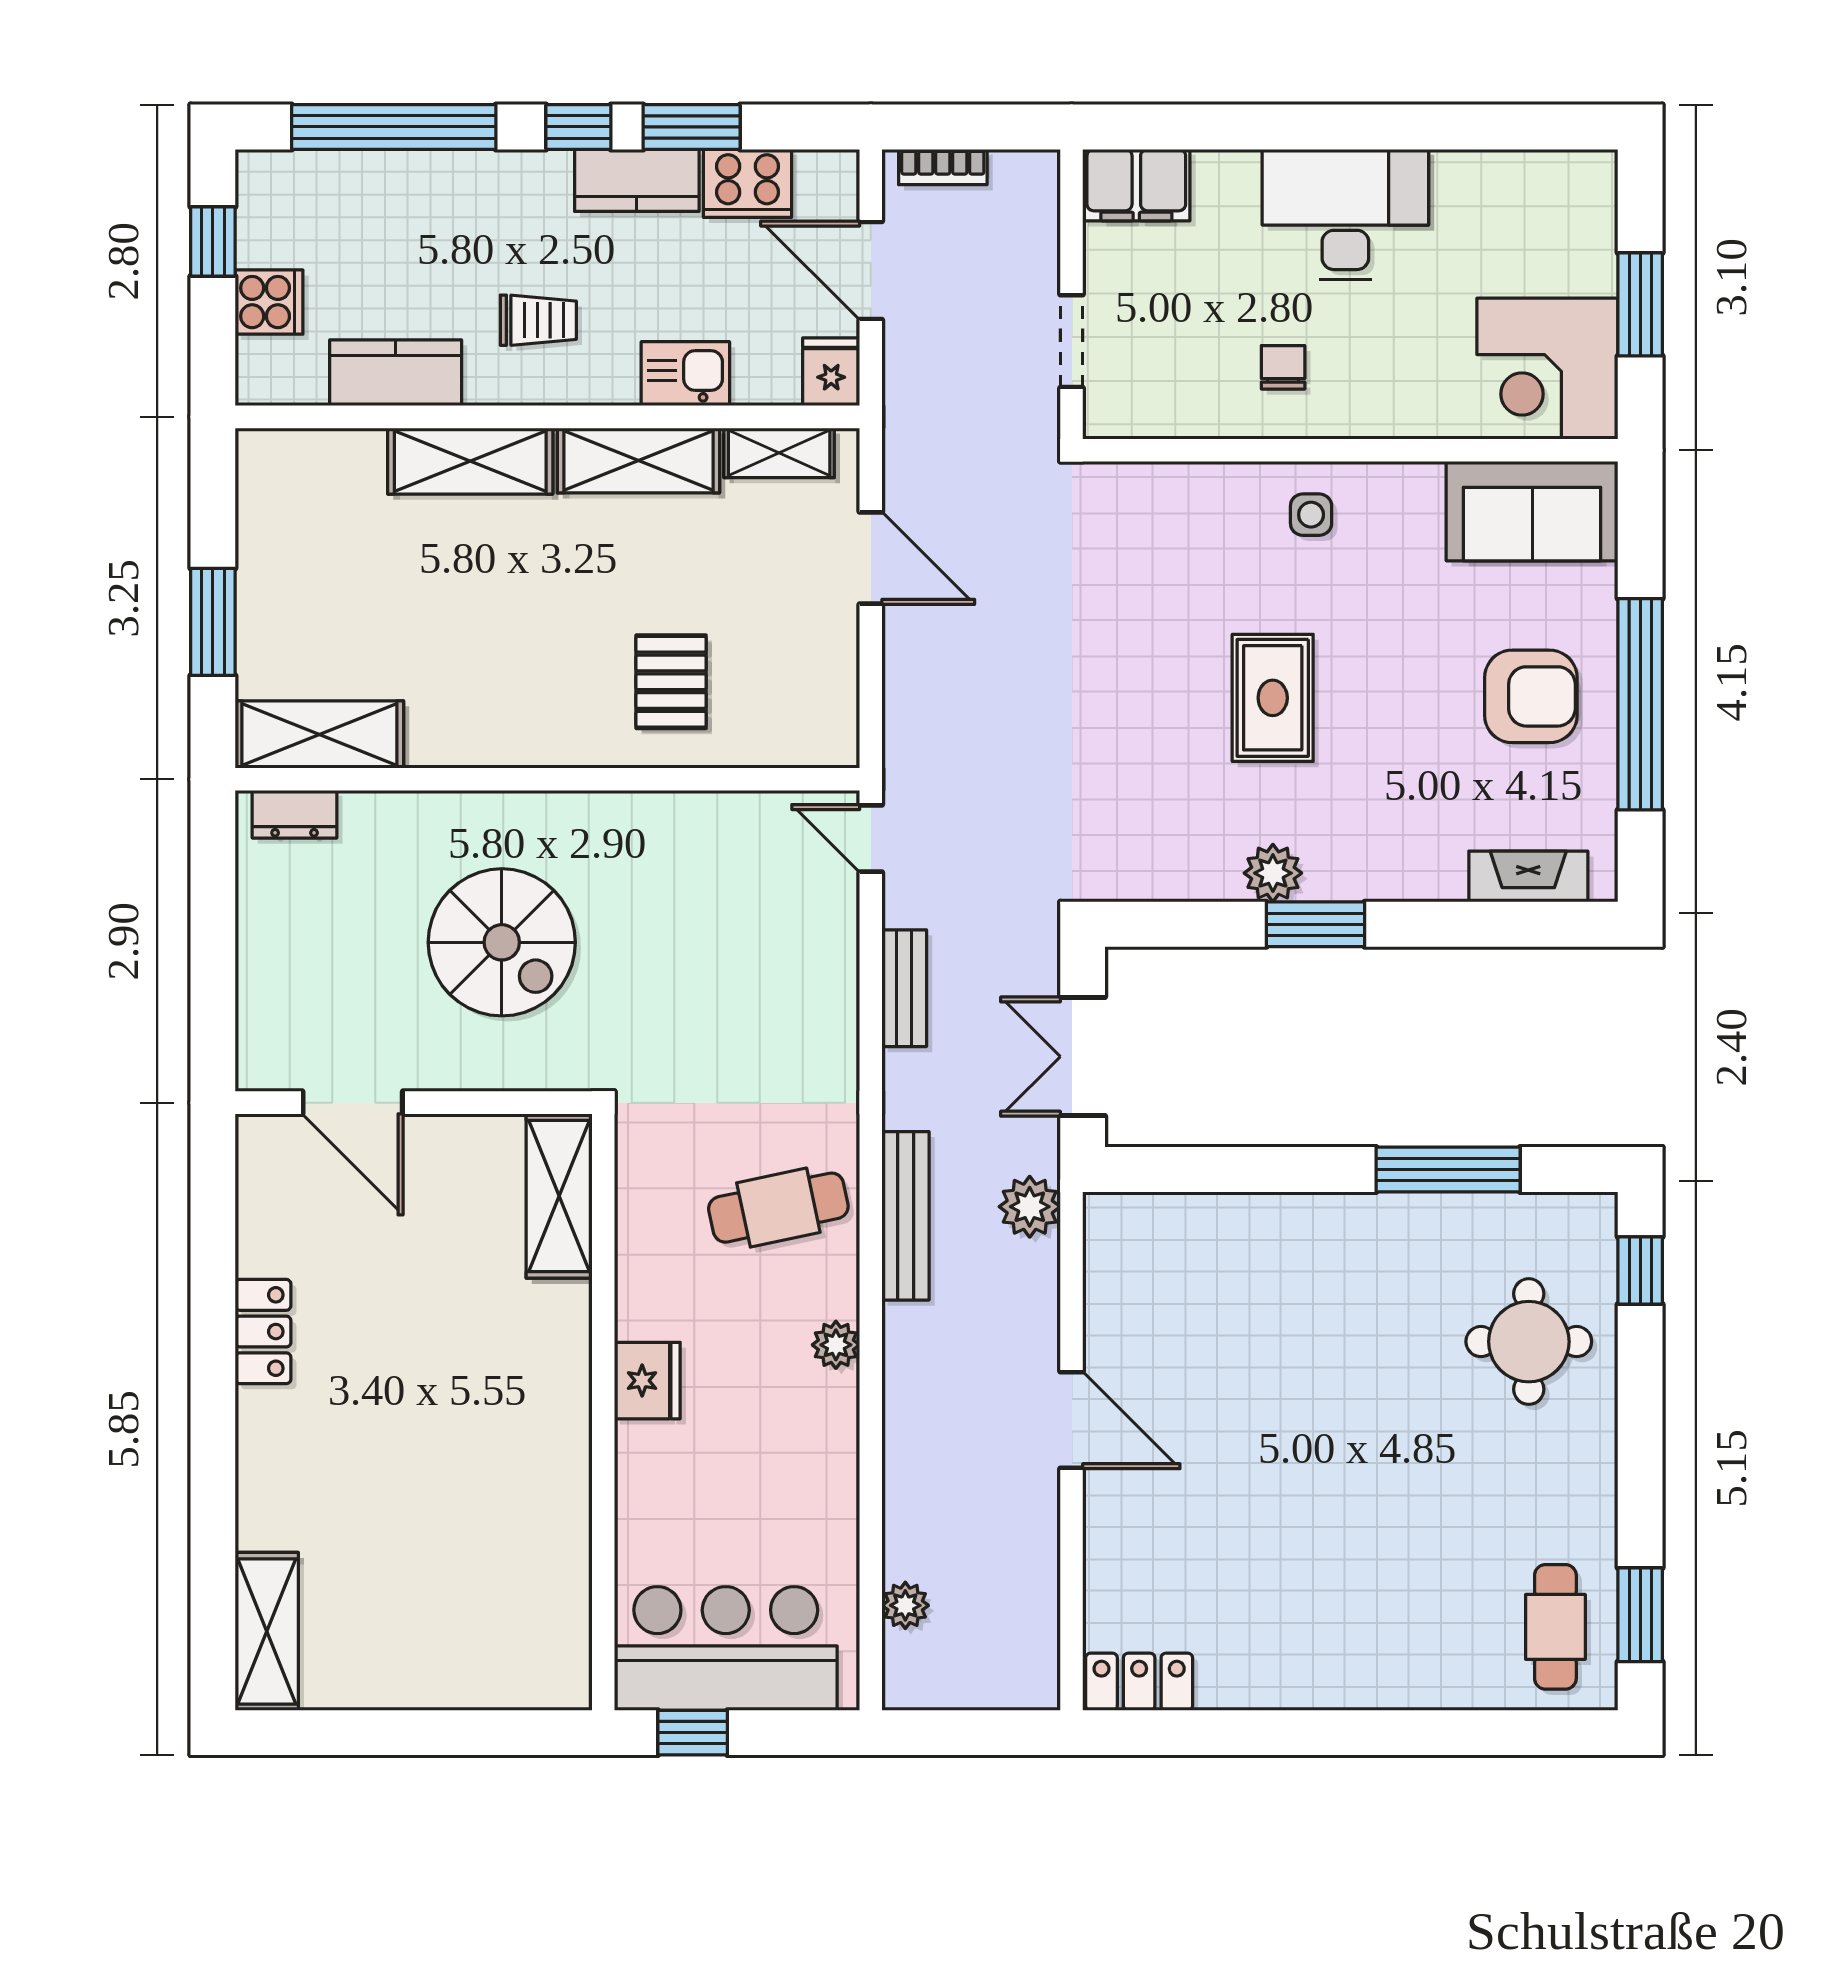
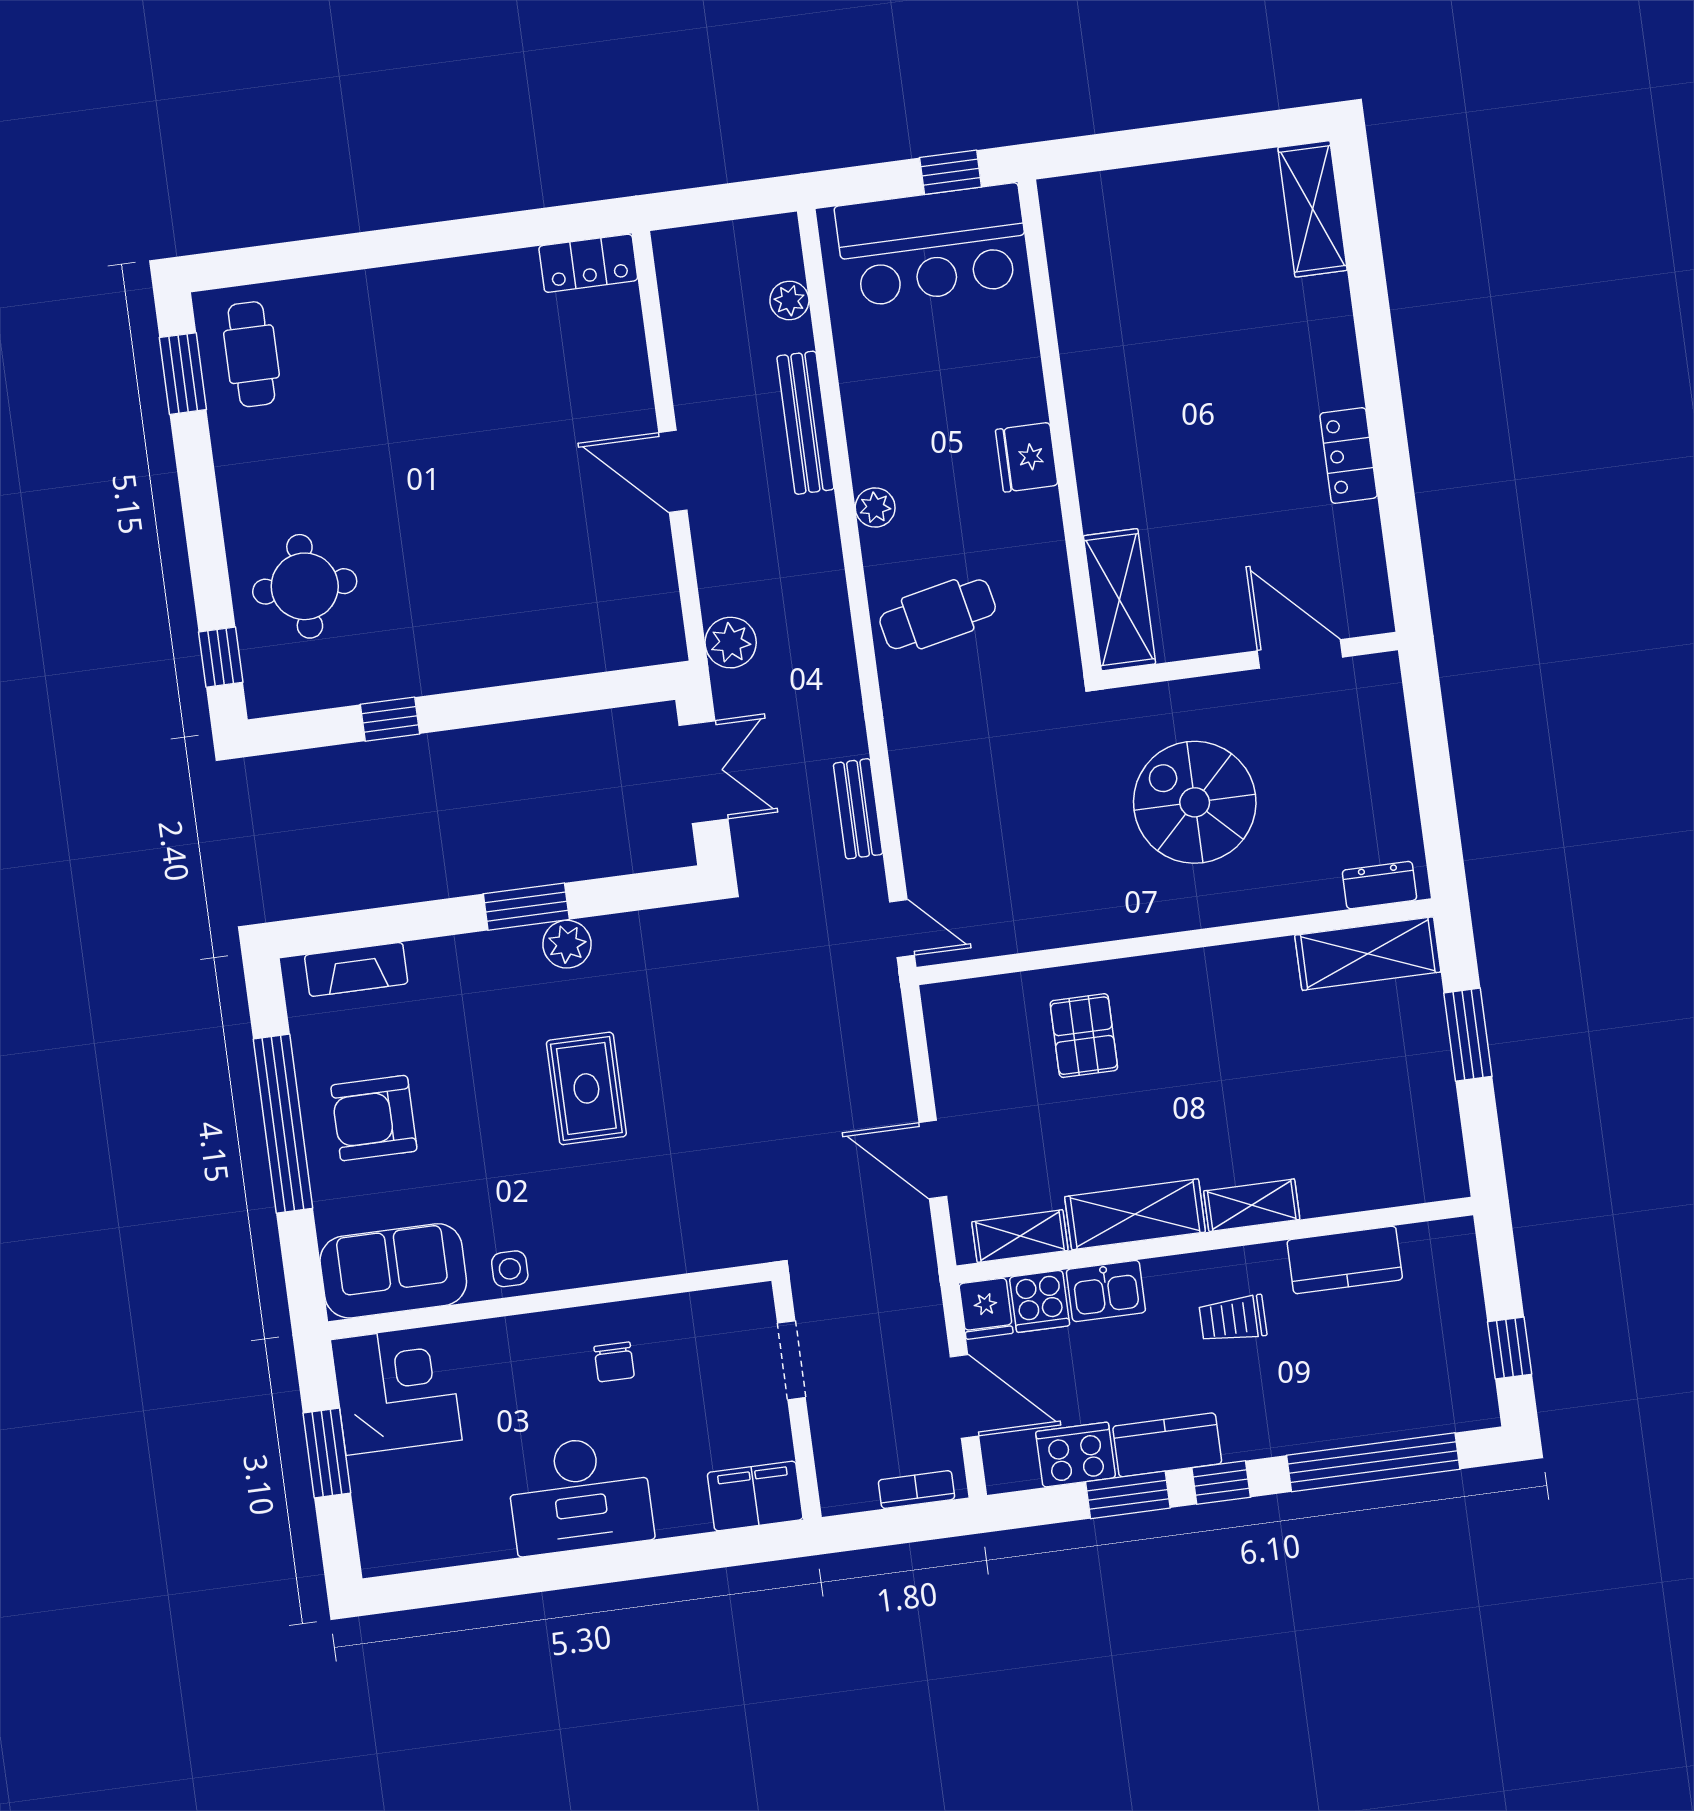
cooker: (269, 302) -> (1040, 1301), moved, turned -90
shelving: (470, 461) -> (1252, 1205), width x0.67, depth x0.75
side table: (1311, 515) -> (510, 1269), moved
window: (1448, 1170) -> (390, 719), width x0.46
bench: (906, 1216) -> (805, 423), moved

